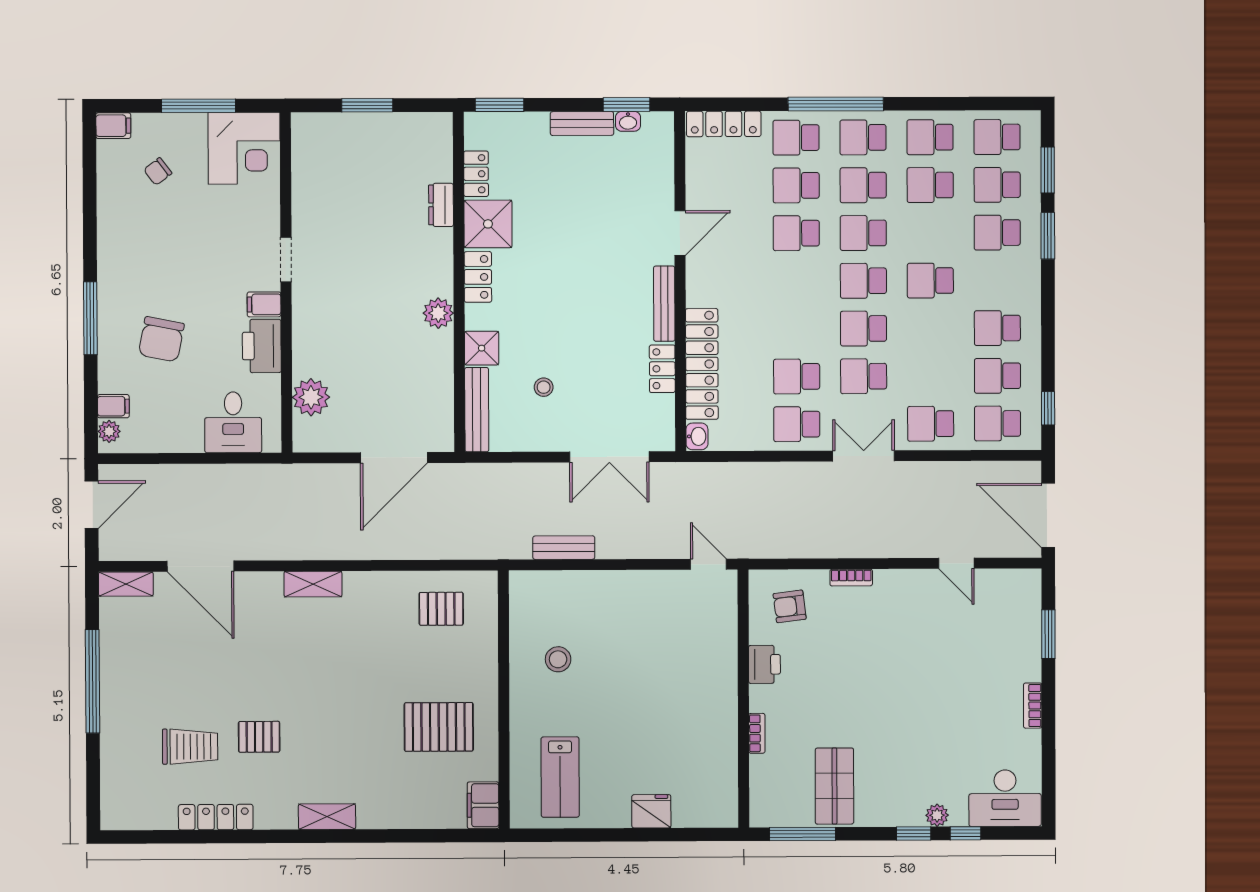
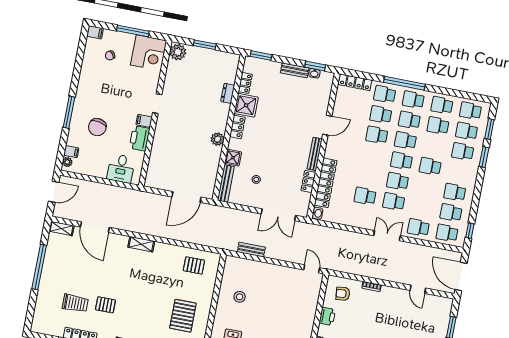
plant: (311, 397) -> (178, 52), moved
school desk: (797, 424) -> (361, 216), removed
pallet: (439, 727) -> (183, 316), turned 90

